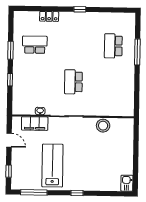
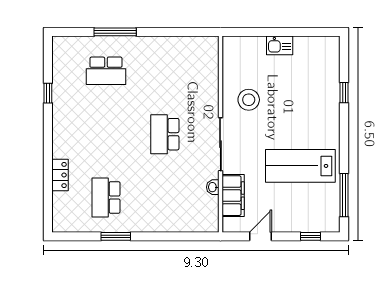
window: (80, 9) -> (48, 93), moved
window: (10, 80) -> (163, 236), removed
school desk: (73, 82) -> (165, 134), turned 90
stool: (103, 126) -> (249, 100), moved
kitchen sink: (127, 183) -> (280, 45), moved
window: (77, 193) -> (344, 93), moved

